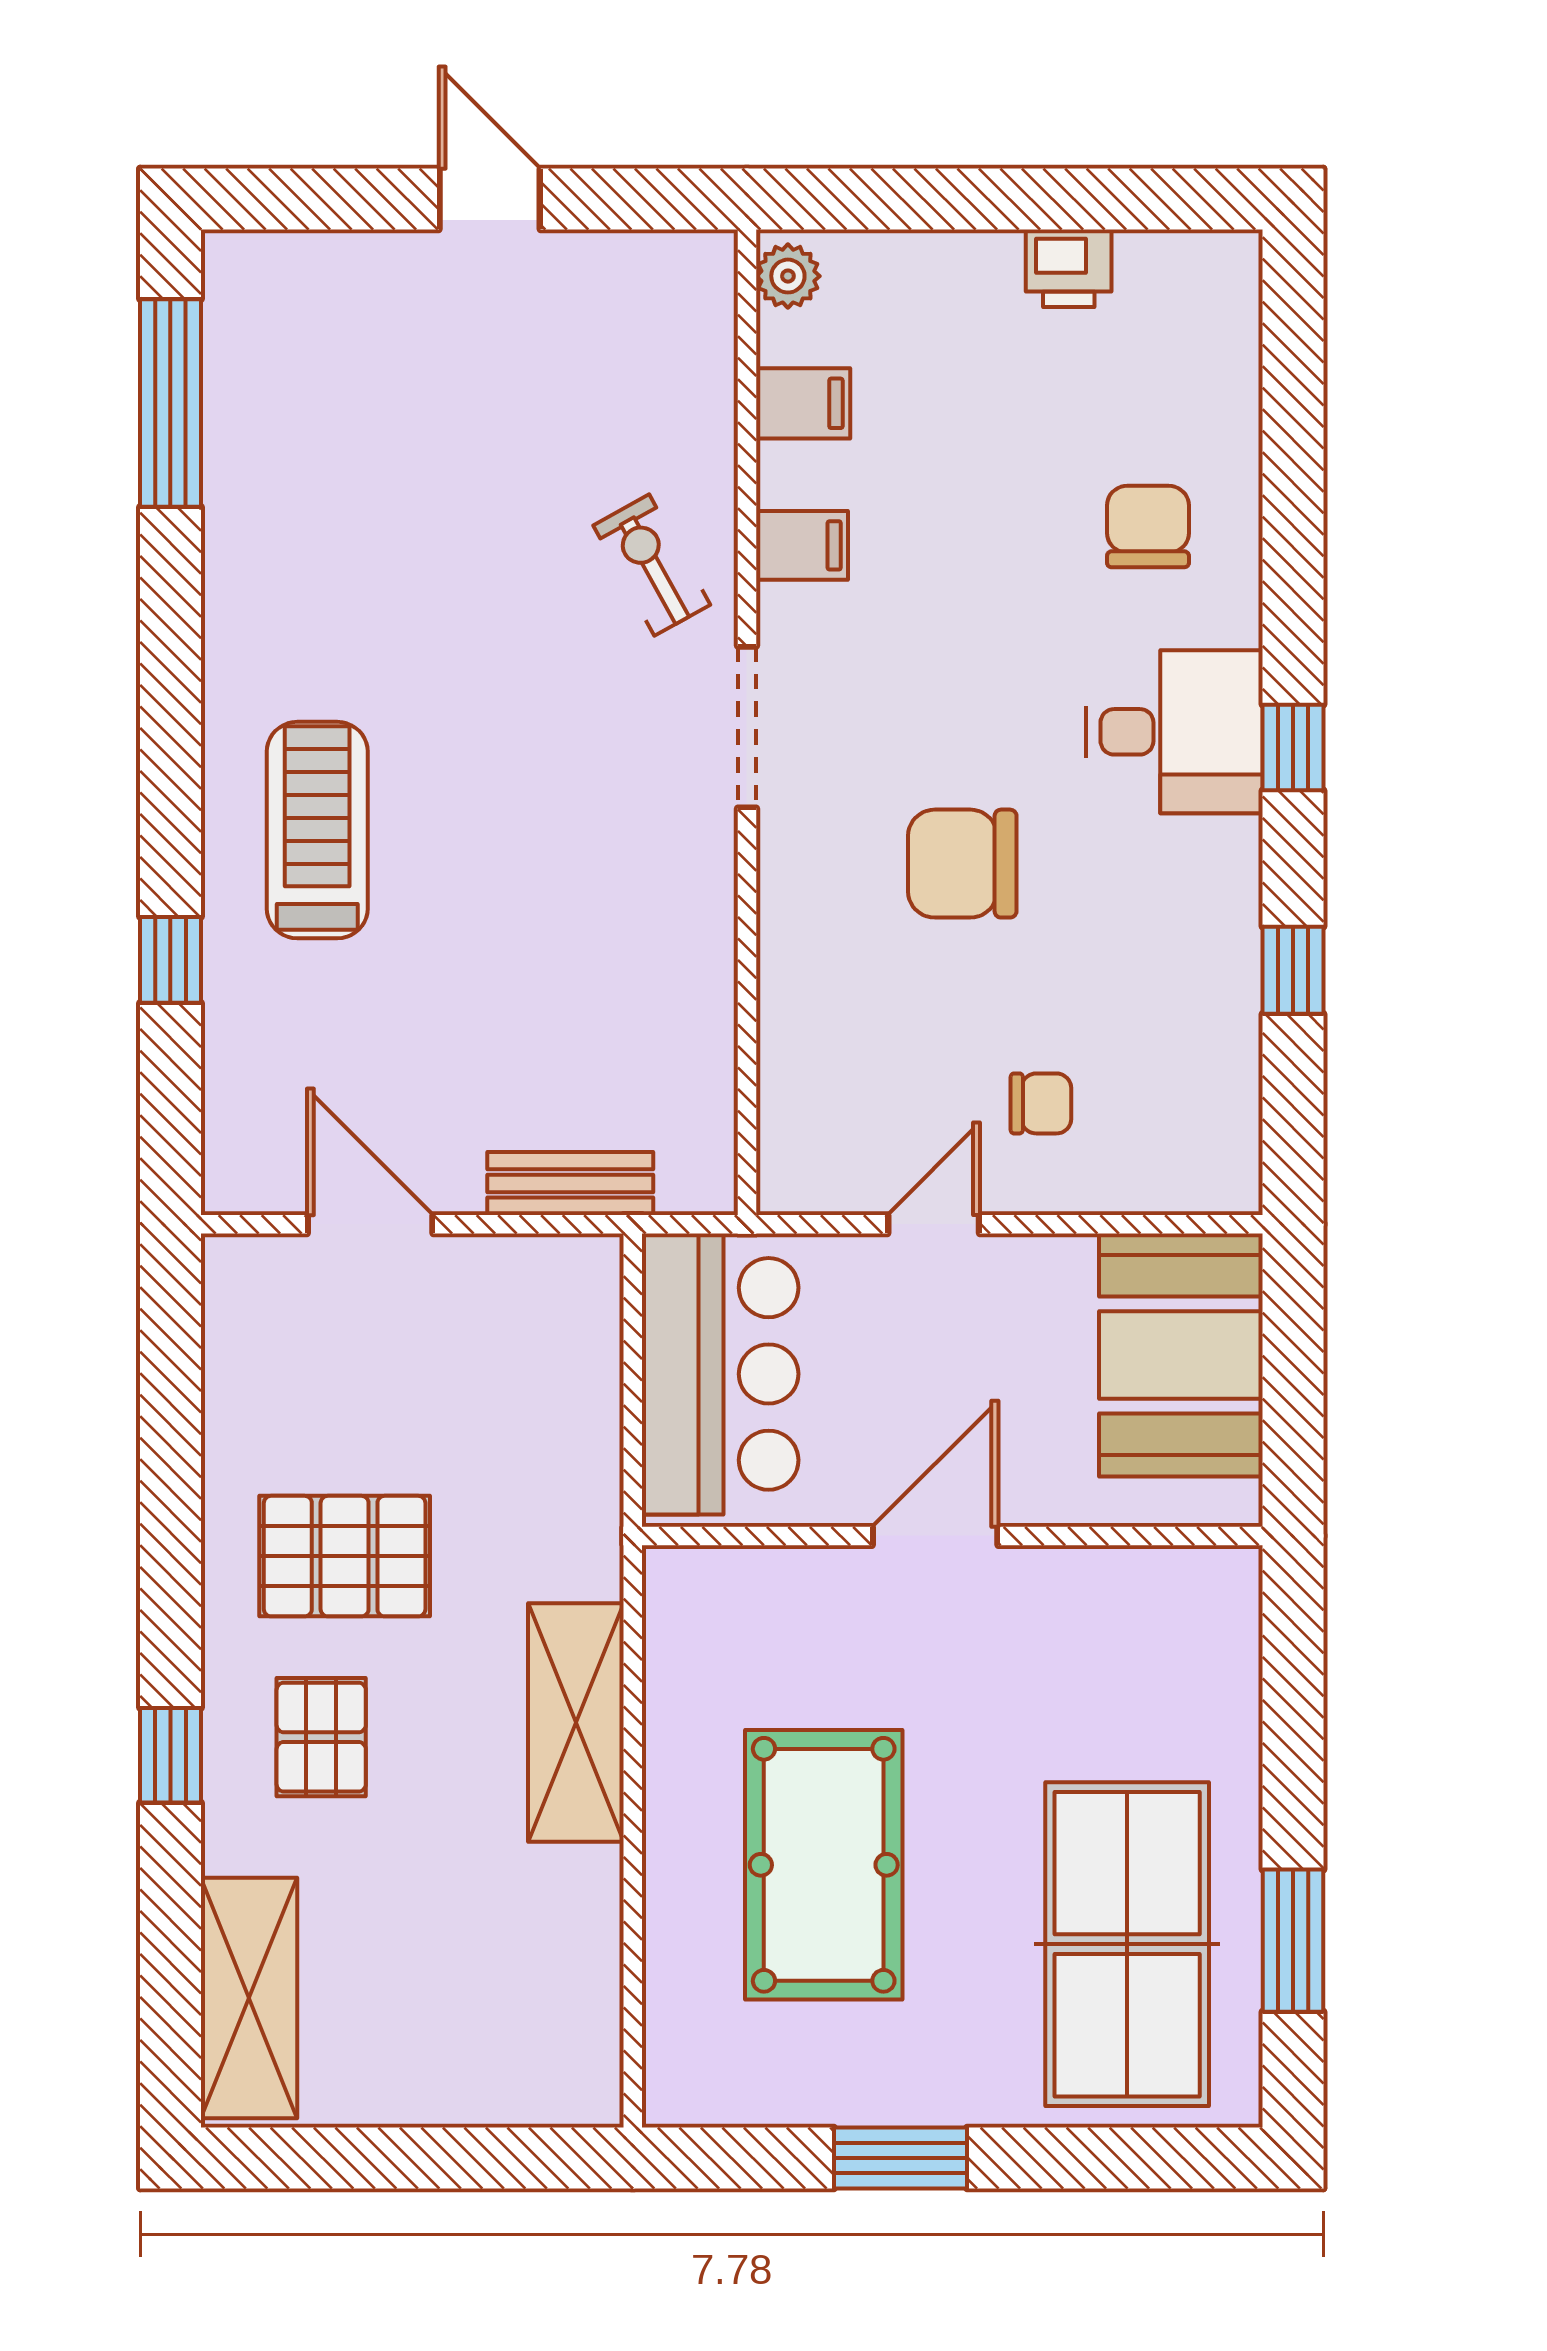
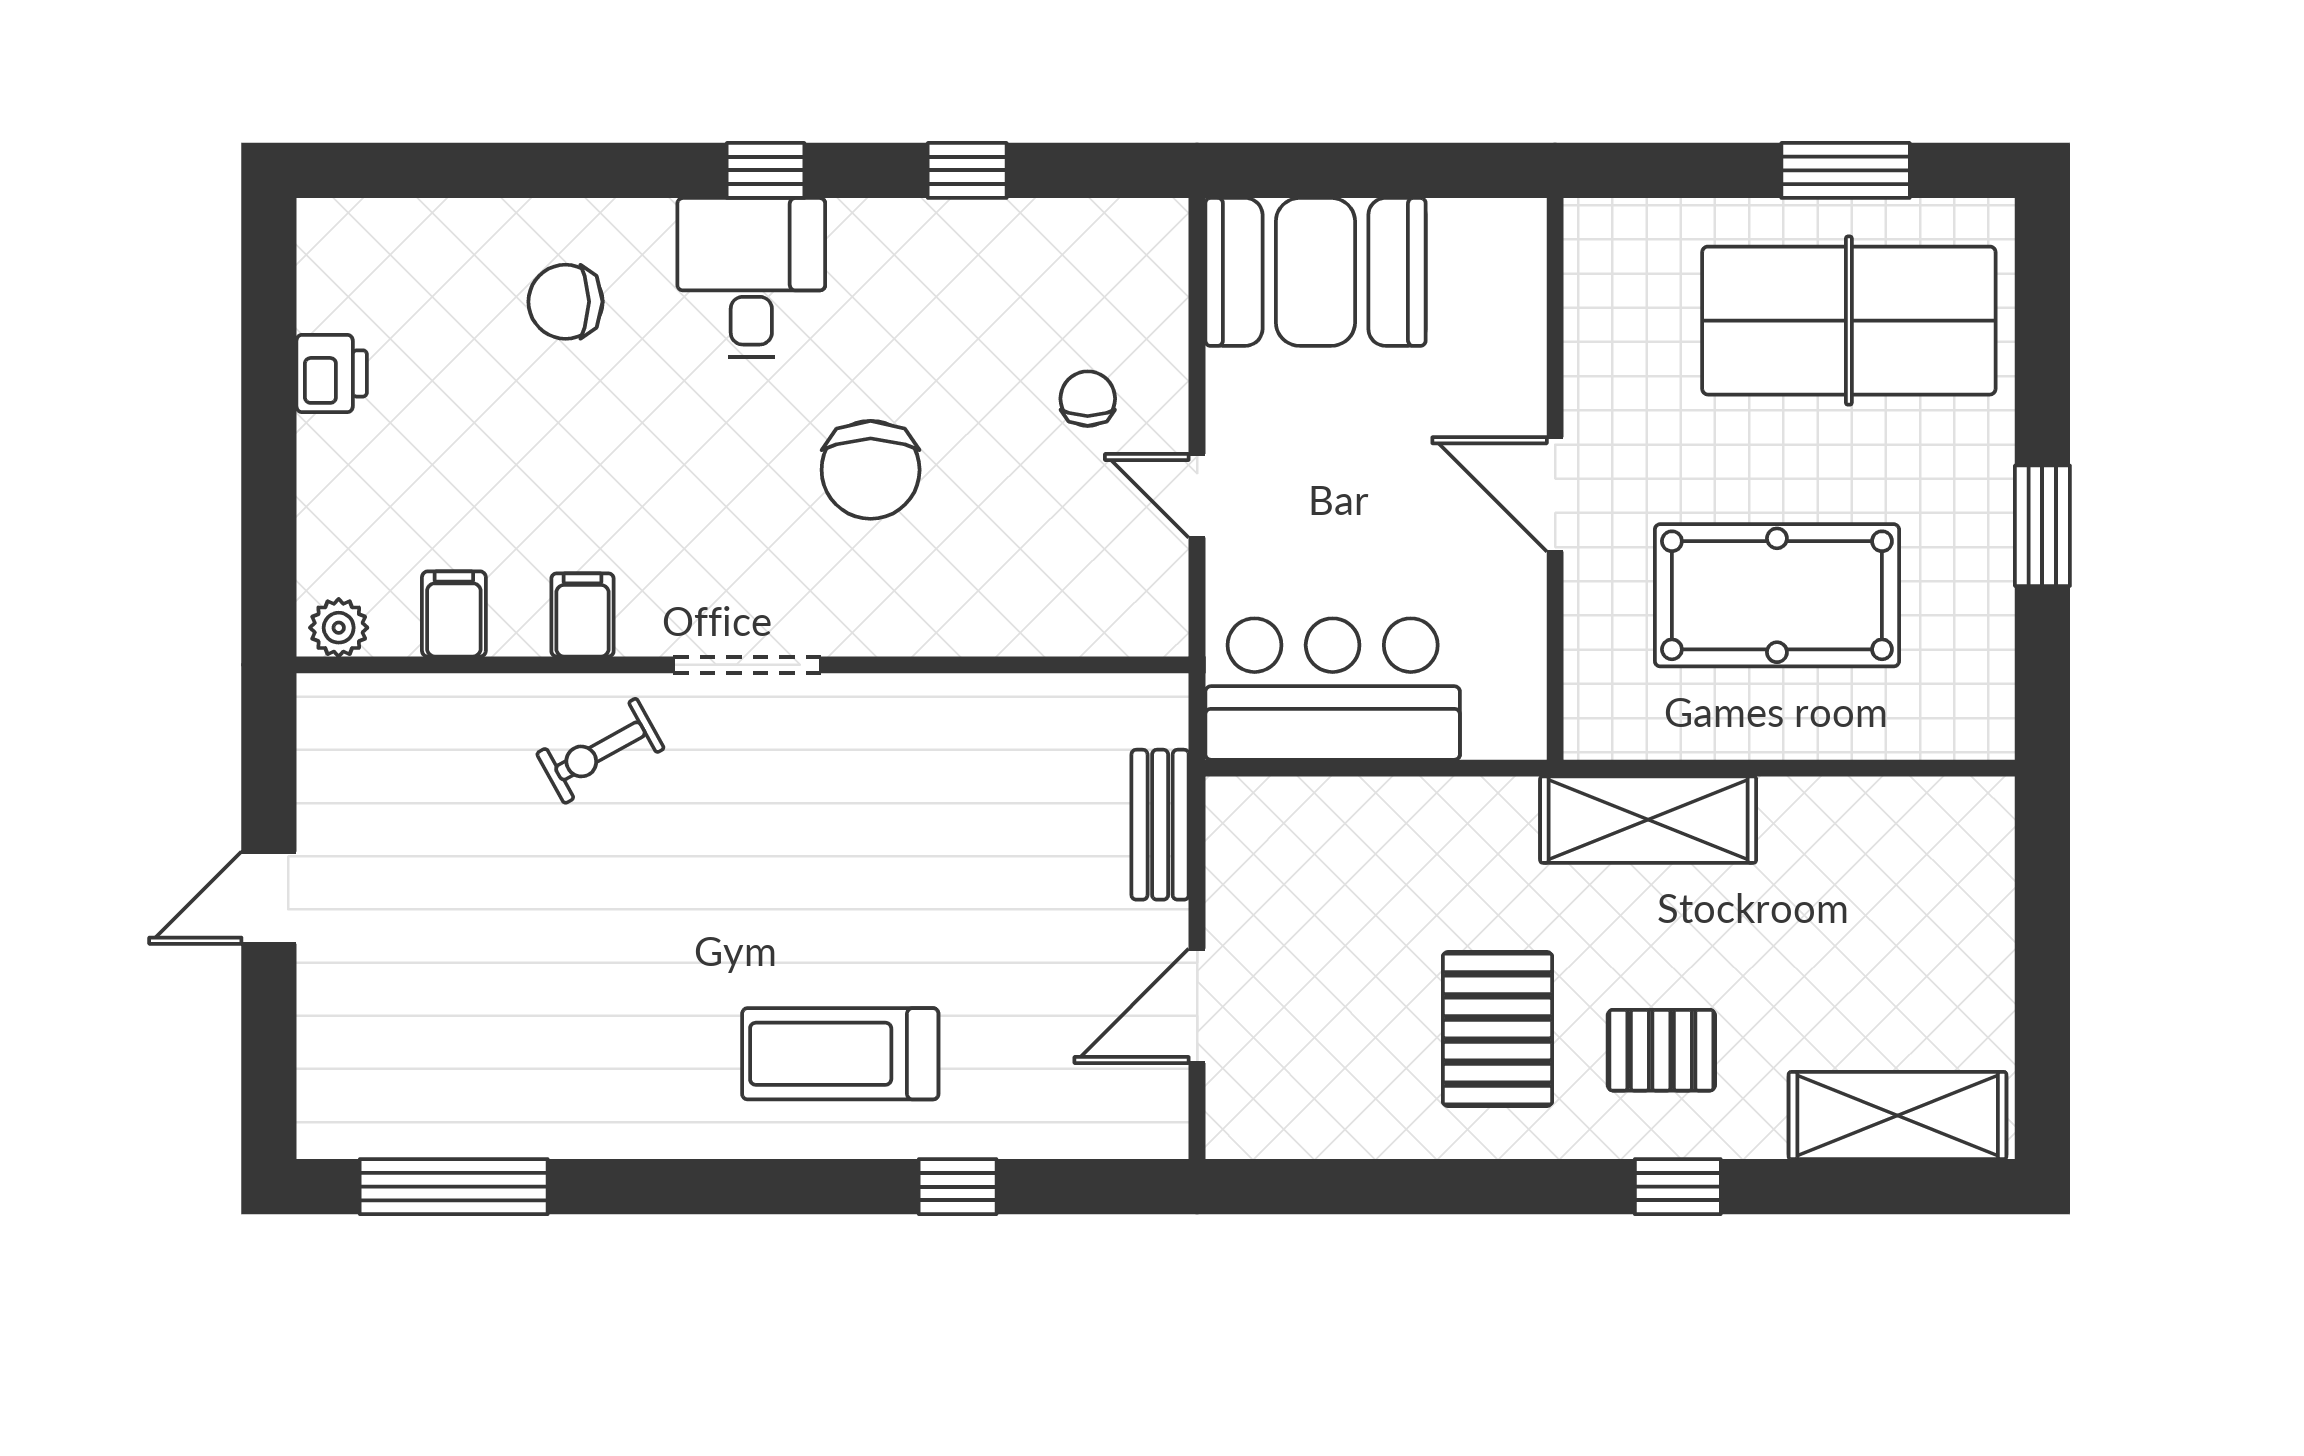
door: (935, 1536) -> (1555, 494), moved
wall: (952, 1536) -> (1555, 479), moved

